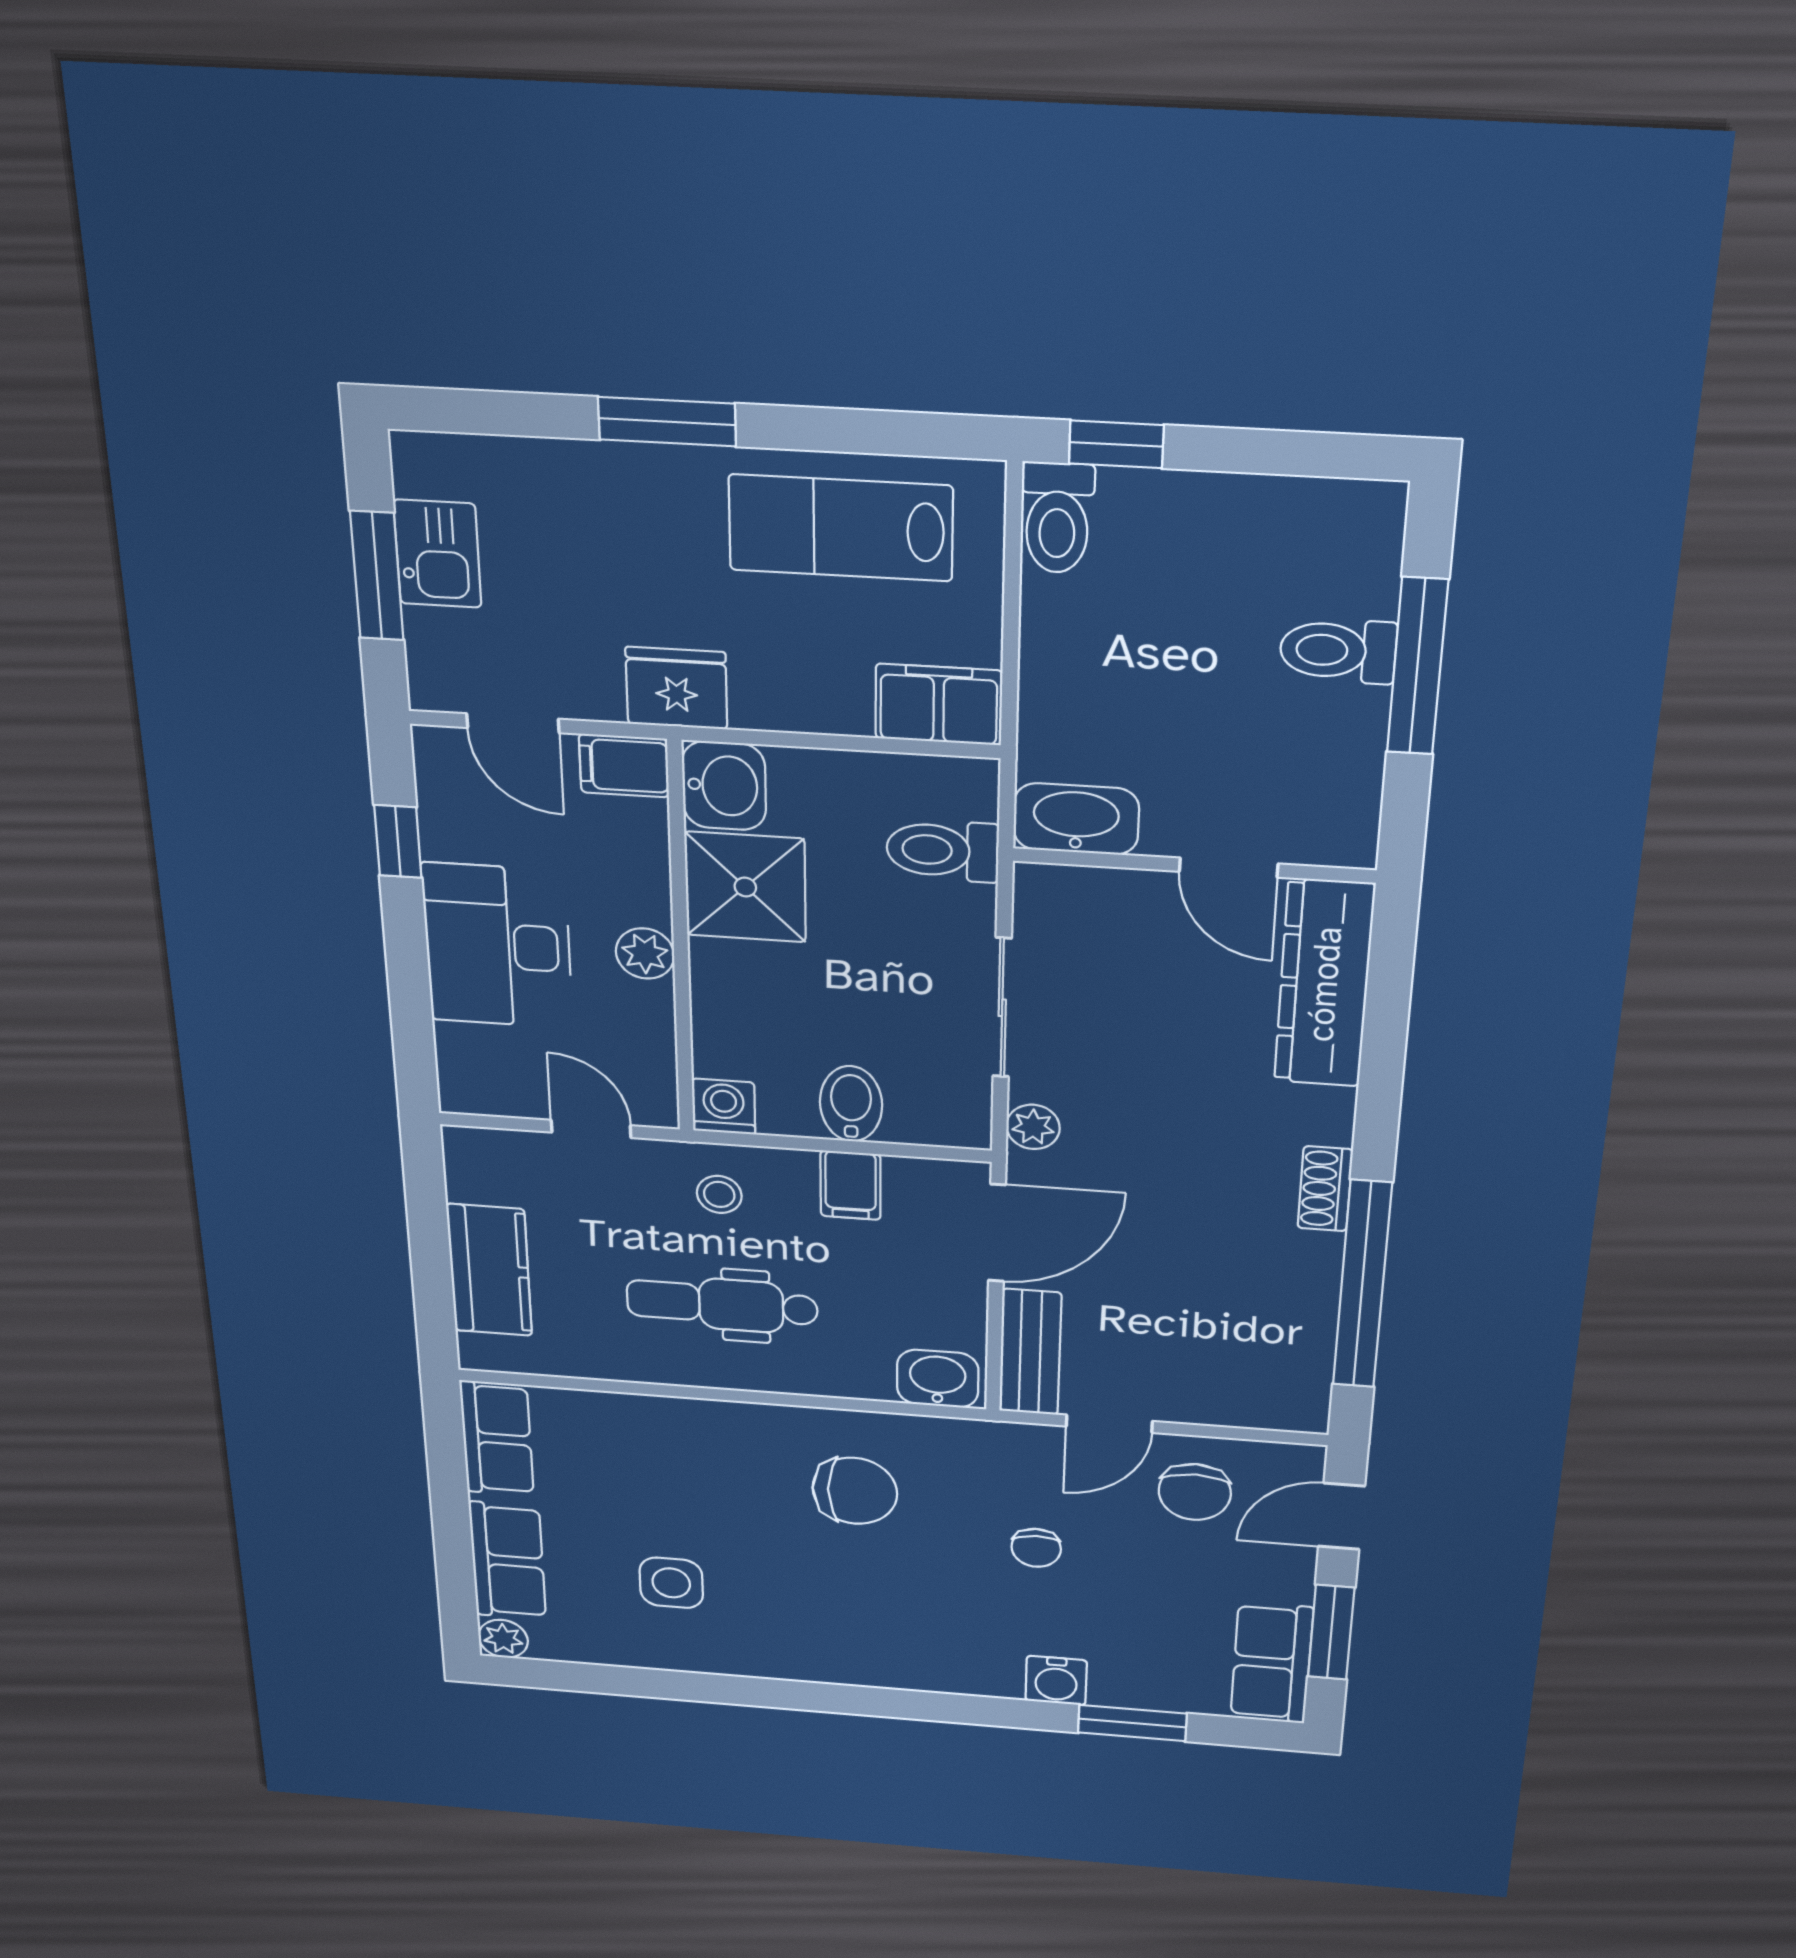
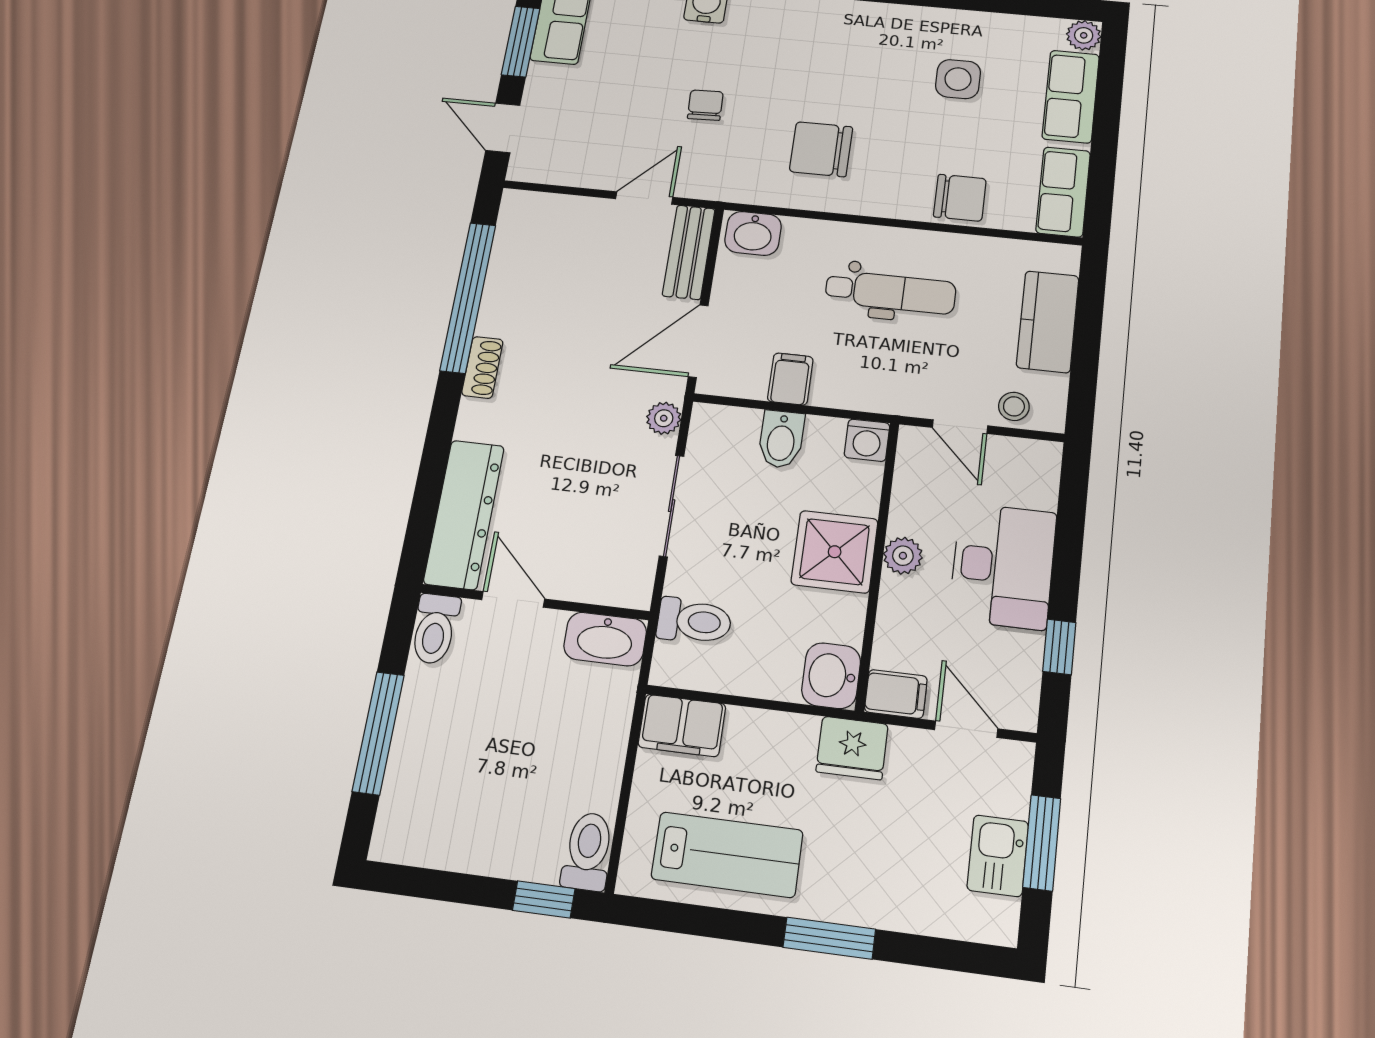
toilet: (1338, 651) -> (435, 629), moved, turned 90
shower: (745, 887) -> (835, 552), moved
stool: (719, 1194) -> (1014, 406), moved
chair: (1195, 1492) -> (960, 198), moved, turned 90
door: (1342, 1516) -> (503, 128), swing flipped

